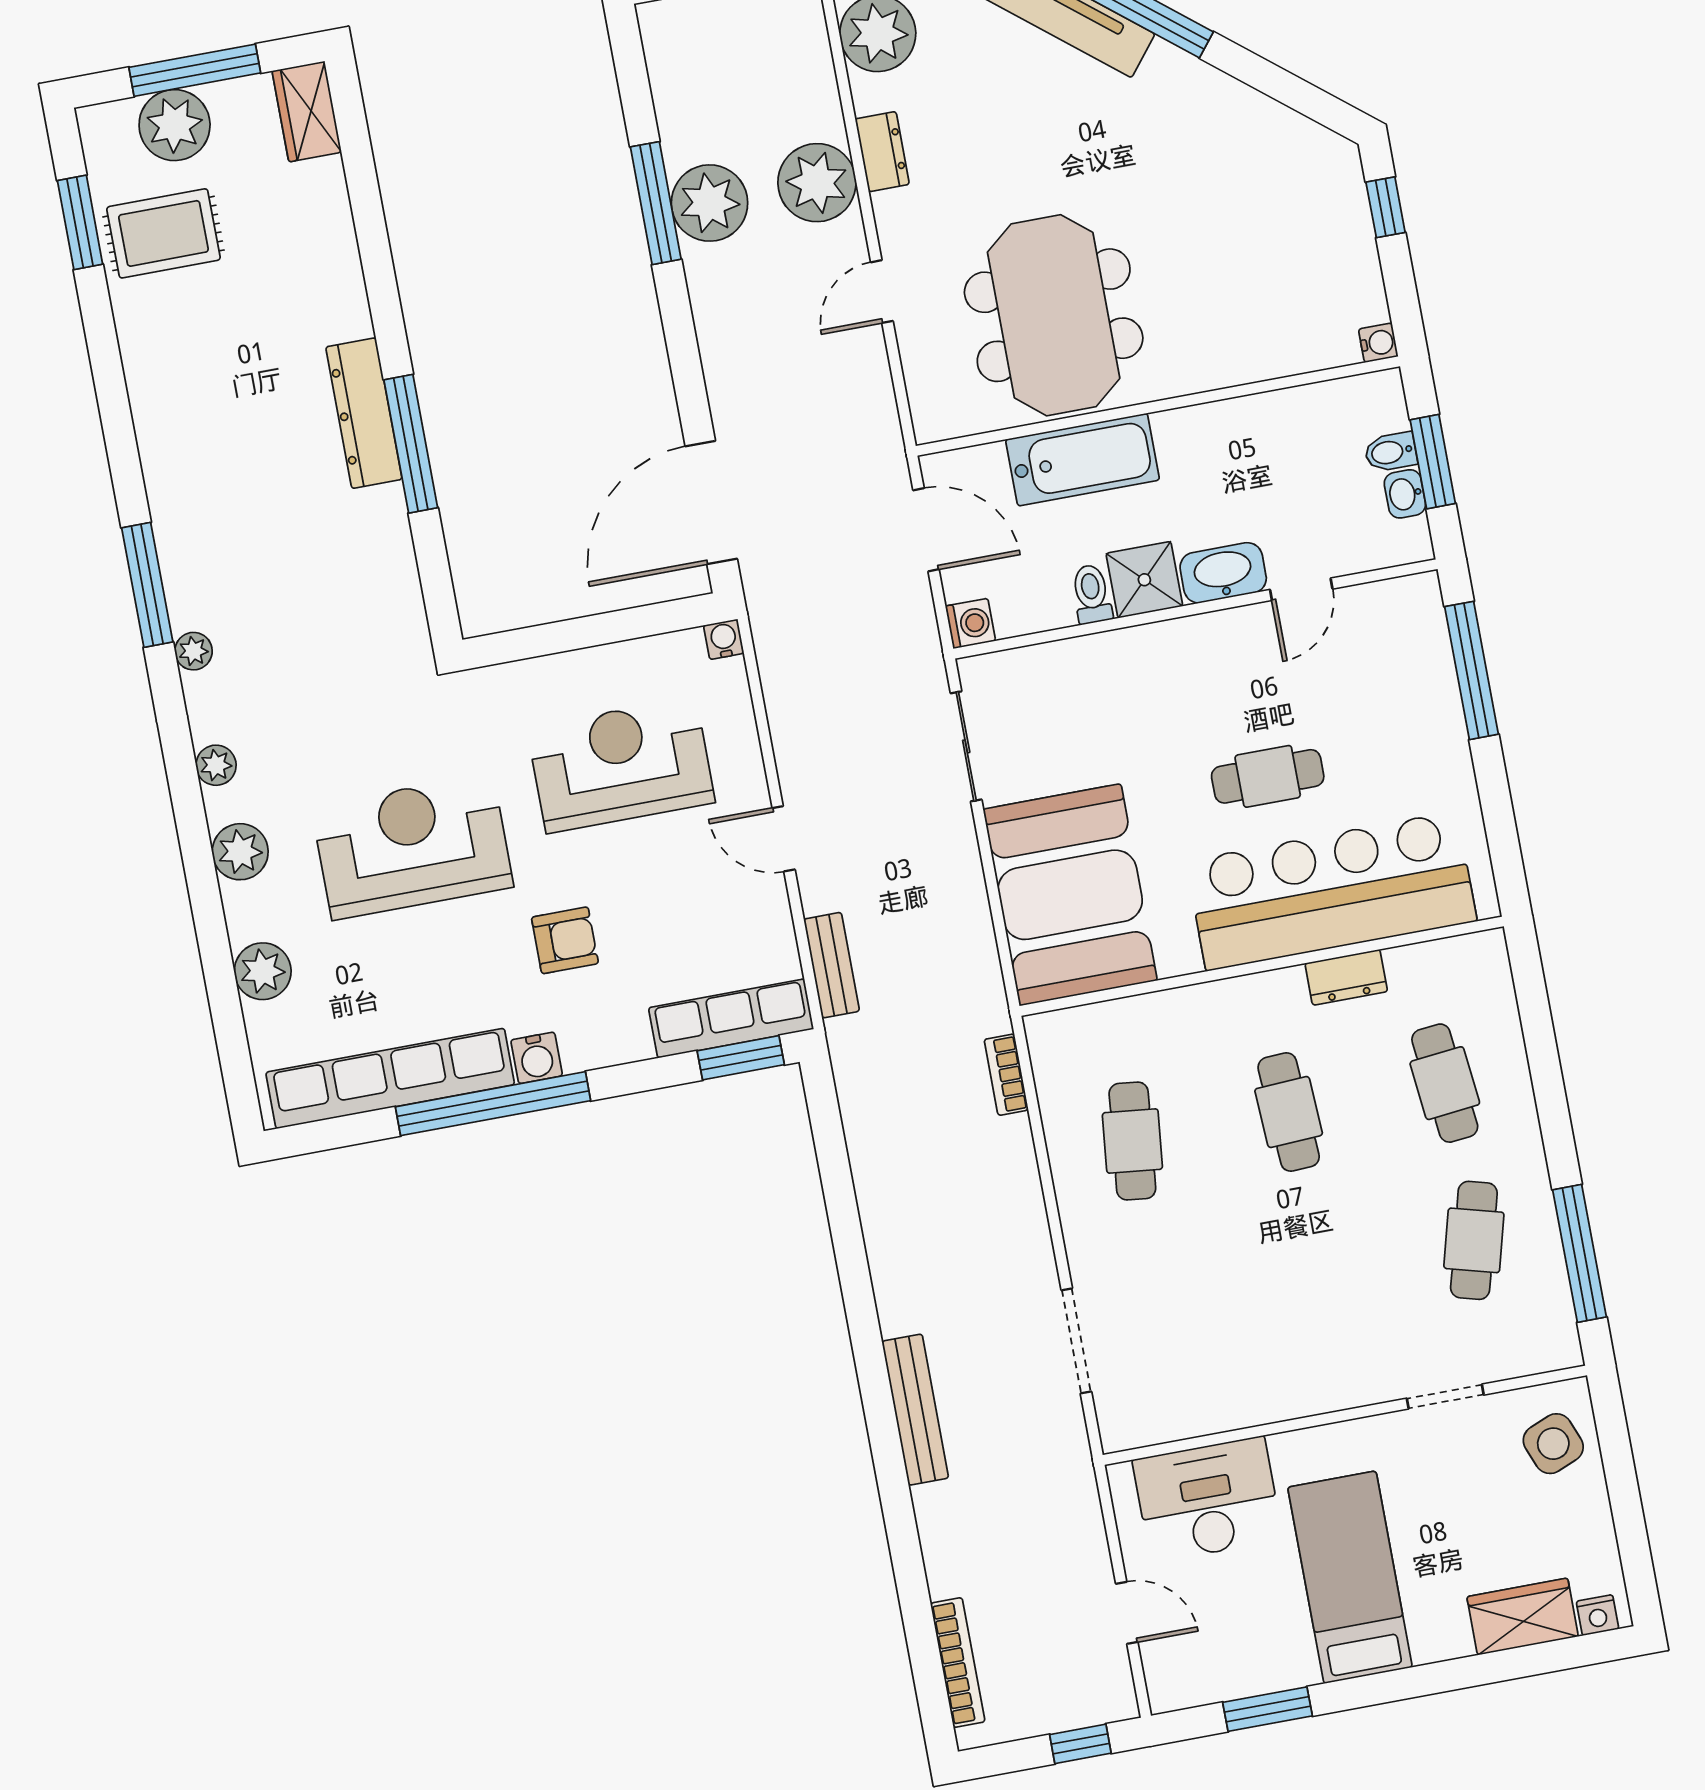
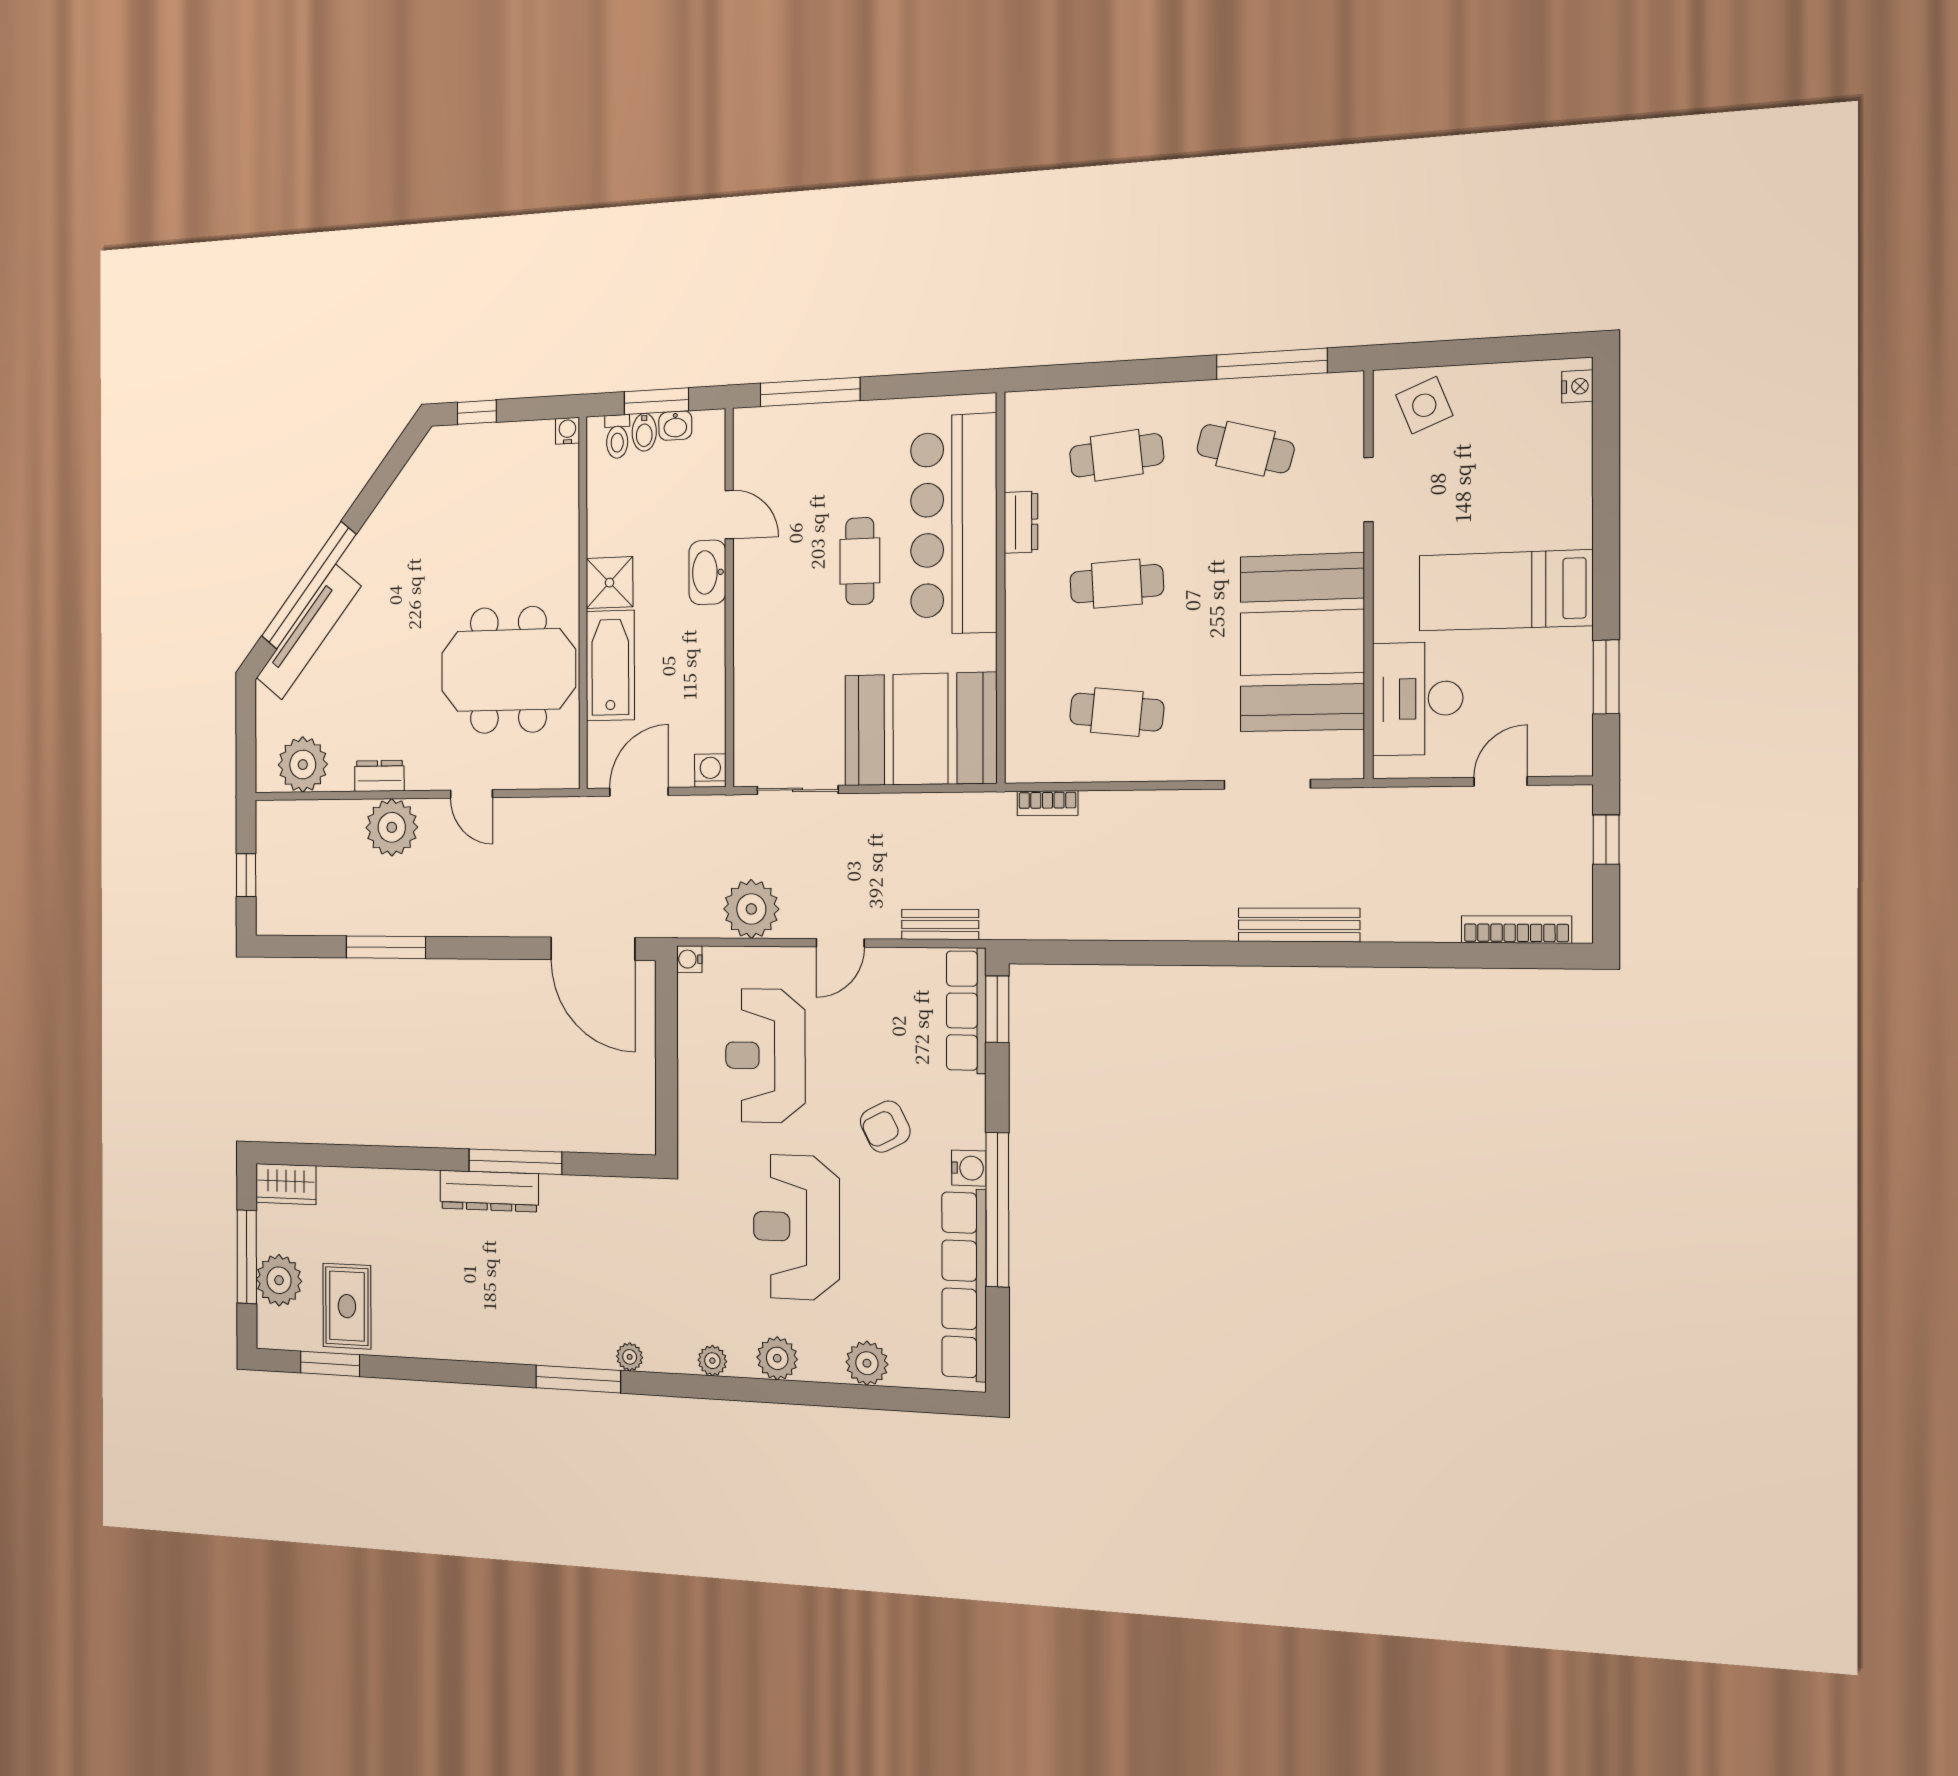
plant: (710, 203) -> (751, 909), moved
shower: (1144, 580) -> (610, 583), moved
toilet: (1092, 594) -> (617, 437), moved, turned -90
armchair: (565, 940) -> (885, 1127), turned -117
booth: (1252, 1351) -> (1302, 643), added
wardrobe: (1523, 1617) -> (1567, 450), removed

